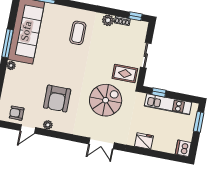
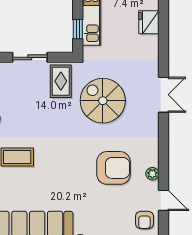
fridge: (144, 141) -> (149, 22), moved

